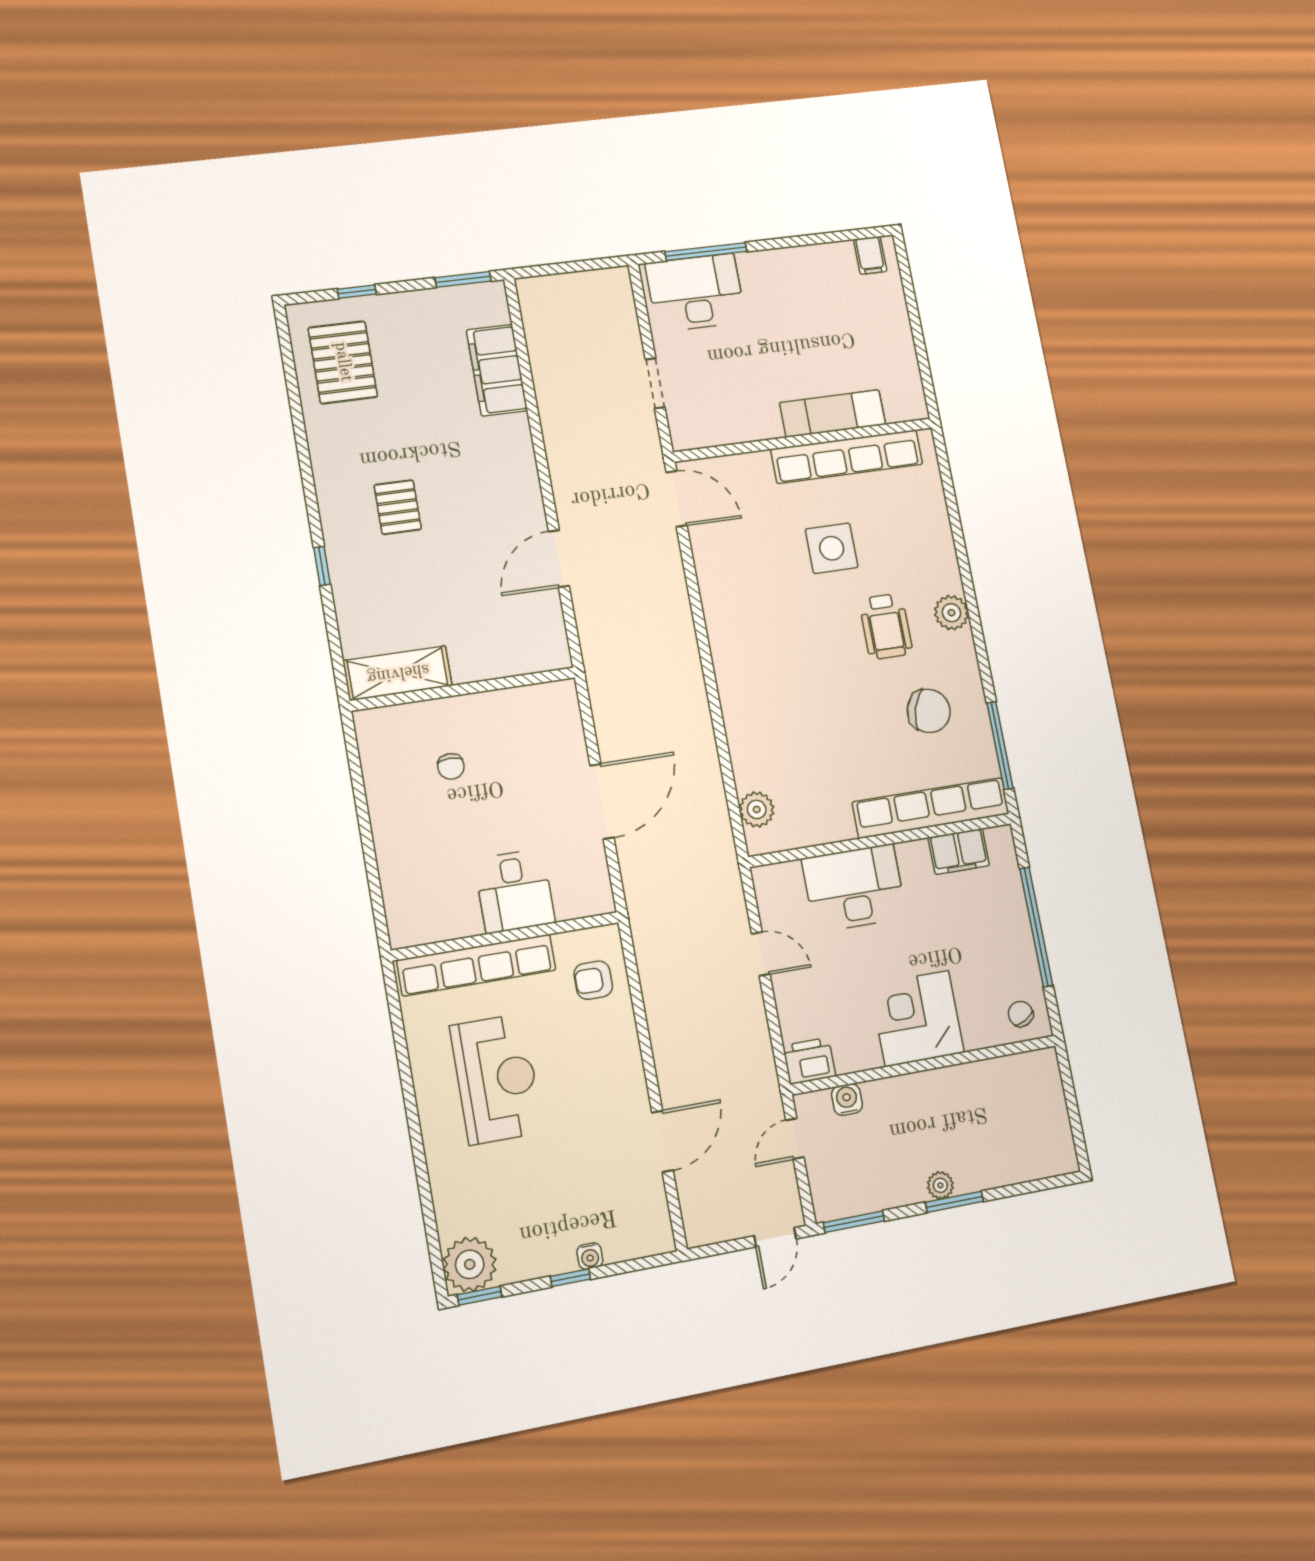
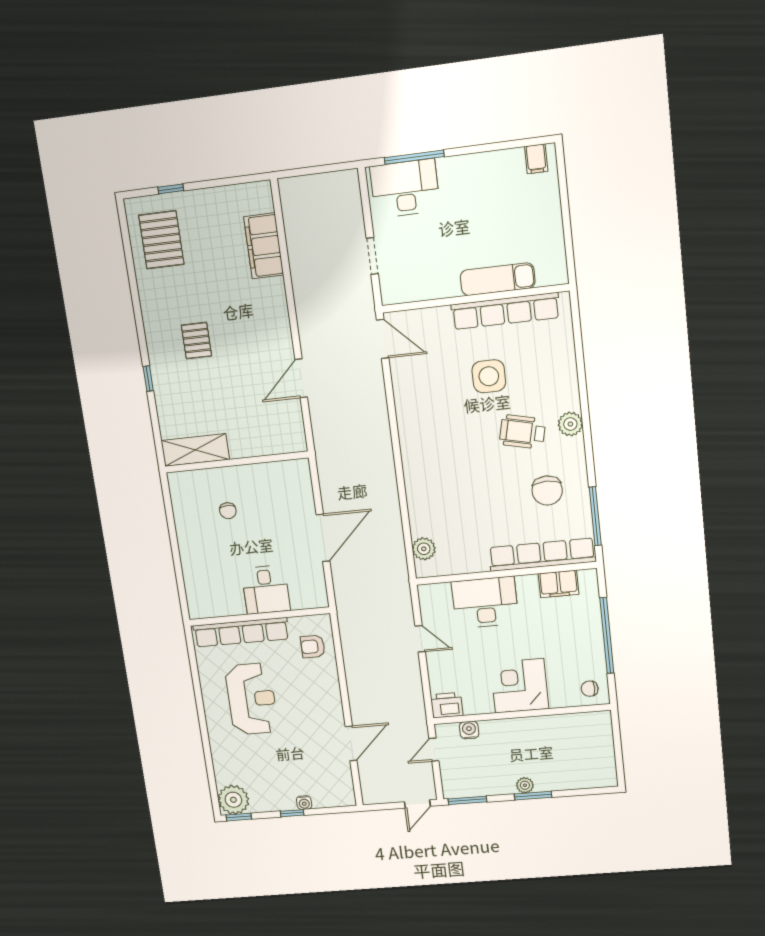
window: (463, 279) -> (242, 180), removed
wheelchair: (886, 626) -> (522, 432), turned 103
chair: (929, 711) -> (547, 491), turned 72
chair: (1021, 1014) -> (590, 689), turned -63

